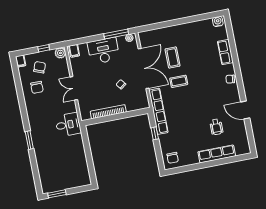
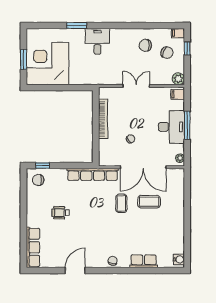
window: (116, 34) -> (187, 125), moved
window: (44, 48) -> (187, 49), moved
desk: (68, 125) -> (97, 41), moved, turned 180
wheelchair: (216, 127) -> (61, 213), moved
window: (155, 133) -> (42, 166), moved
window: (29, 140) -> (77, 25), moved
row of seats: (217, 154) -> (33, 247), moved
corner desk: (70, 170) -> (47, 64), added
window: (57, 194) -> (23, 59), moved

